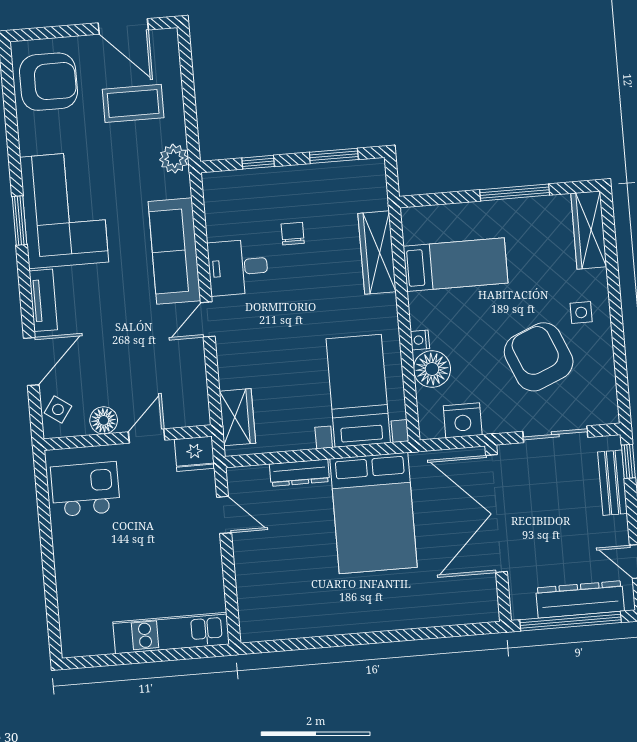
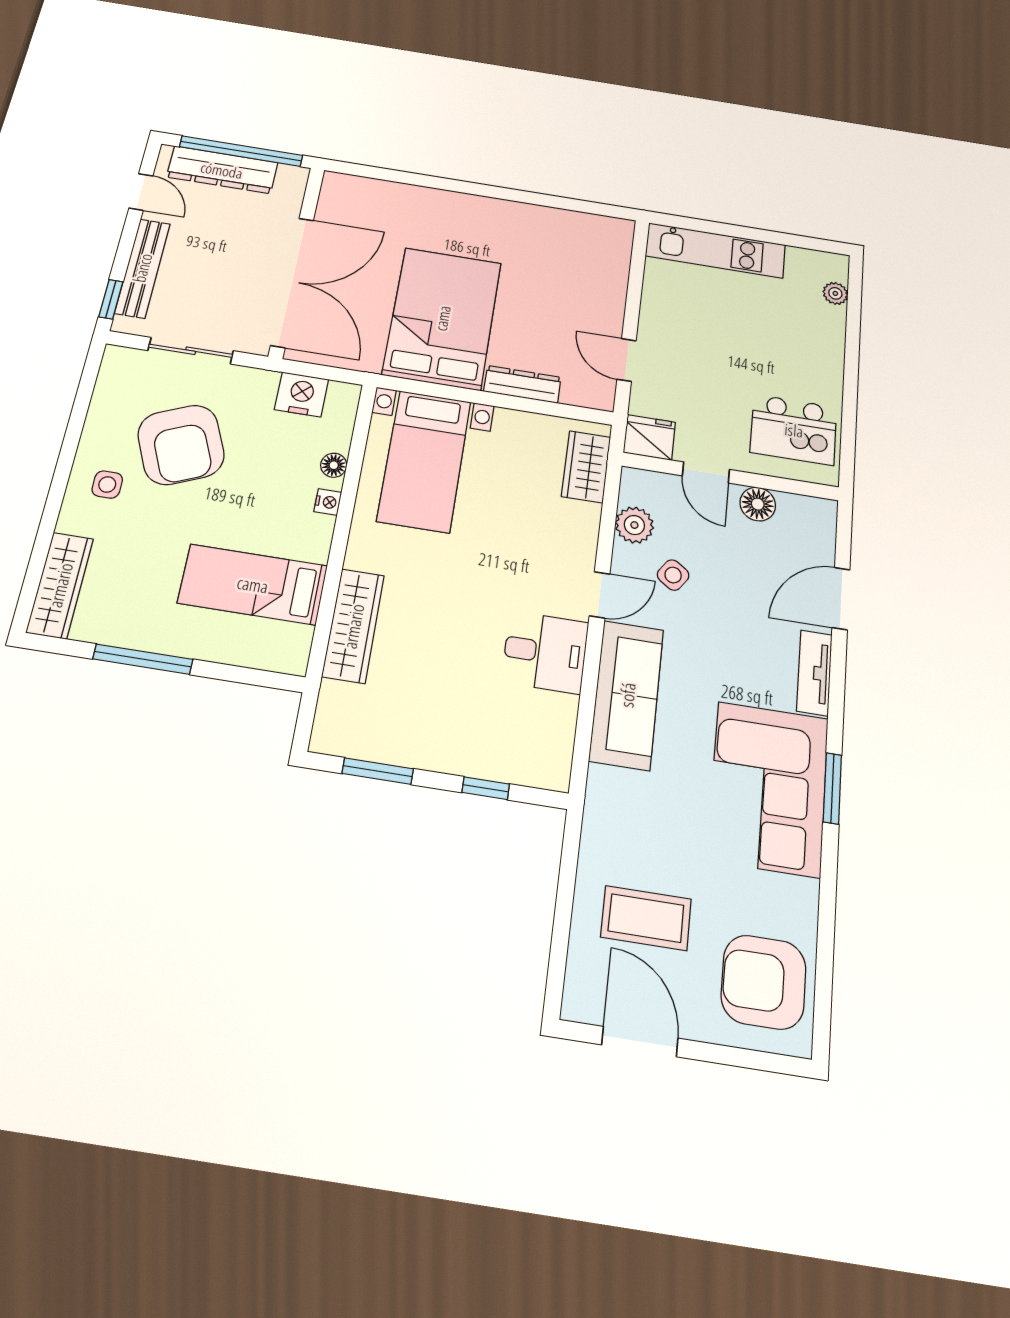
plant: (174, 159) -> (634, 525), moved
chair: (293, 234) -> (461, 679), removed
floor lamp: (432, 369) -> (334, 465), width x0.53, depth x0.53
side table: (58, 409) -> (673, 575), moved
door: (147, 436) -> (706, 473), hinge flipped
bench: (613, 483) -> (142, 268), width x1.36
plant: (69, 619) -> (835, 293), added

